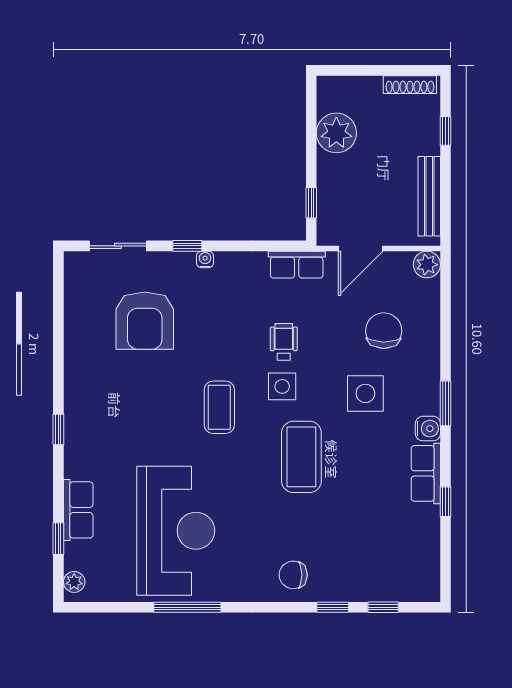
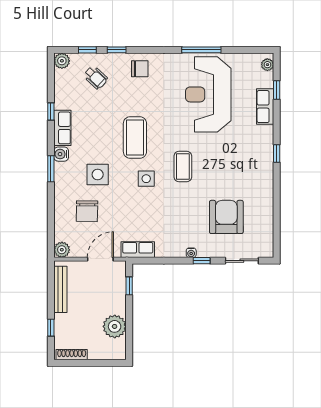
wheelchair: (284, 342) -> (96, 77), moved, turned -47
plant: (427, 588) -> (62, 61), added

